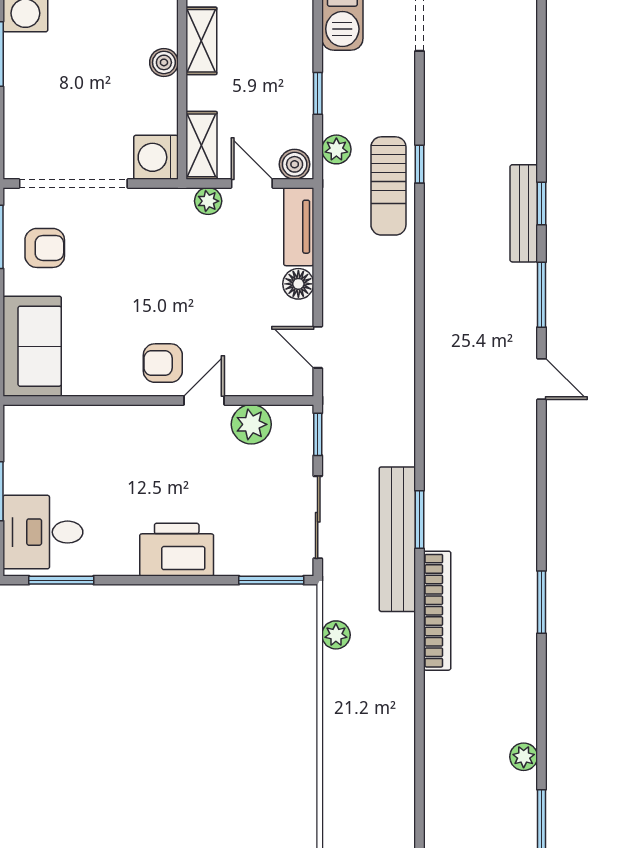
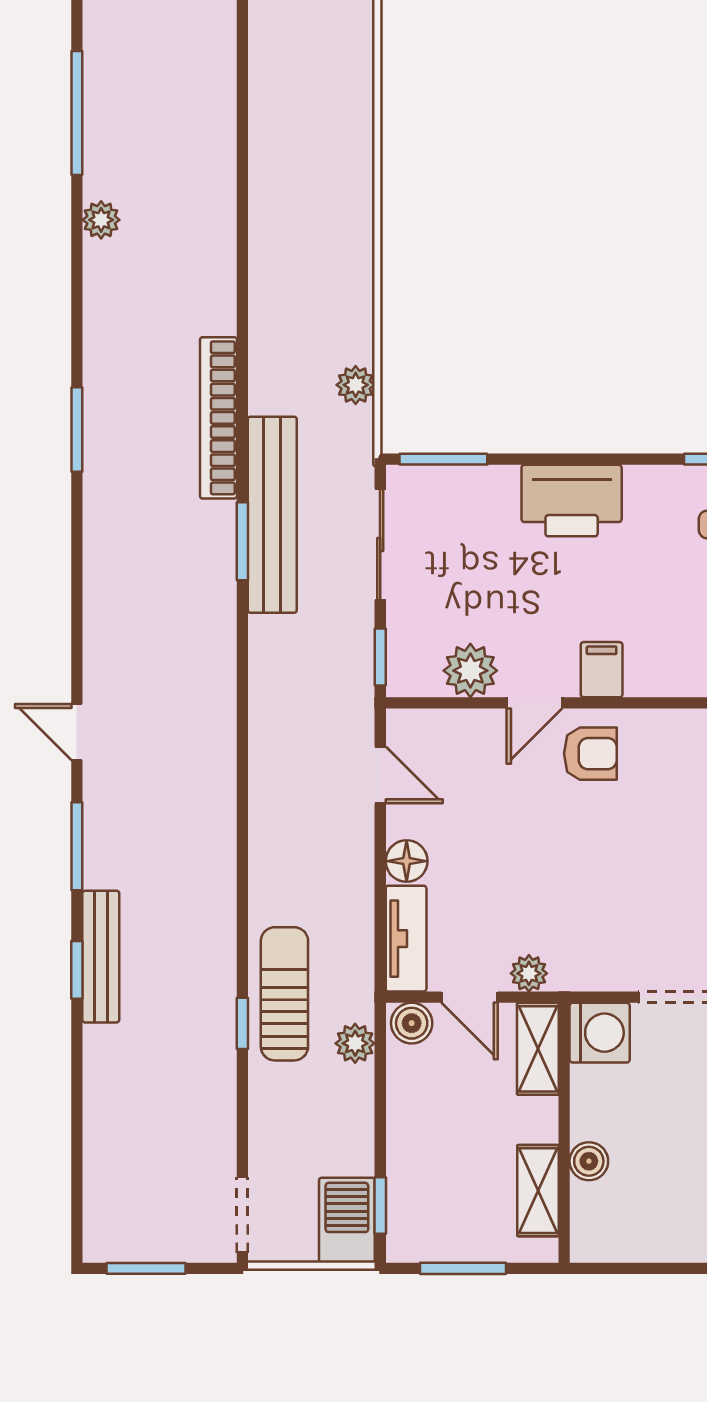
window: (318, 93) -> (380, 1205), moved
filing cabinet: (155, 425) -> (602, 670), added

